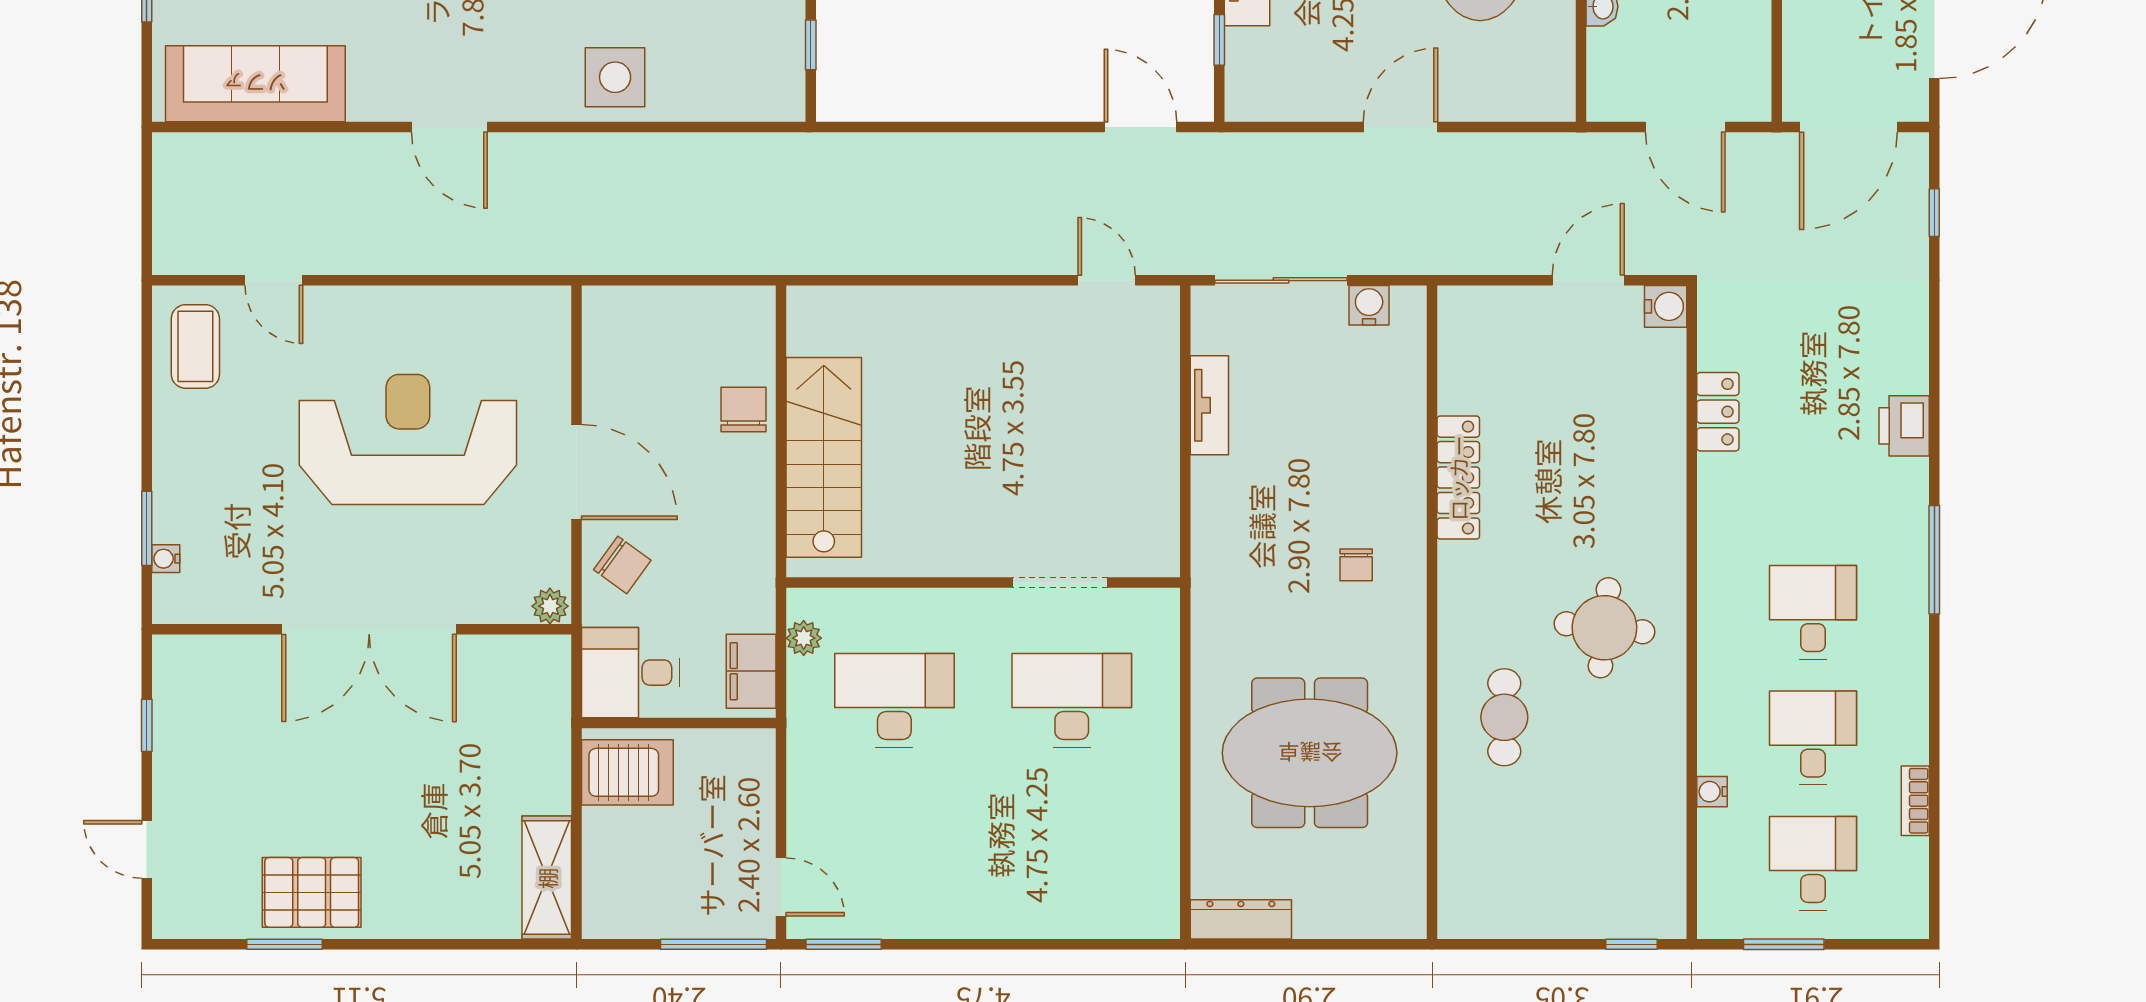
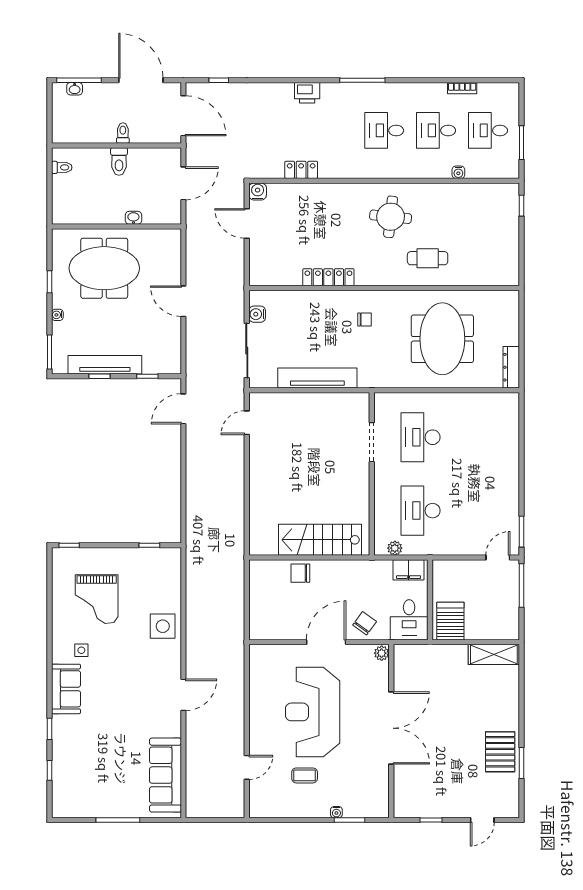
coffee table: (195, 346) -> (305, 775), moved, width x0.73, depth x0.77
tv unit: (1209, 405) -> (317, 378), width x1.92, depth x1.29
water cooler: (166, 559) -> (336, 812), moved

